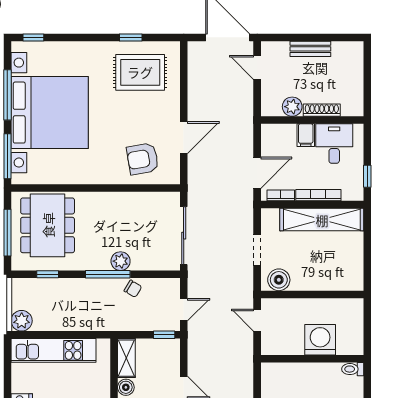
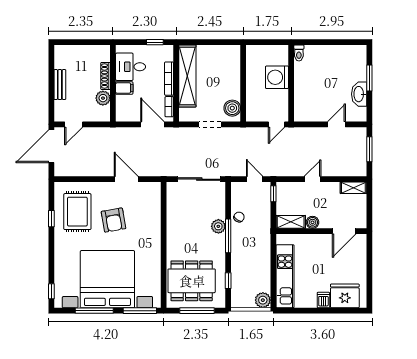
armchair: (143, 159) -> (113, 220), moved
door: (257, 320) -> (277, 124), moved

